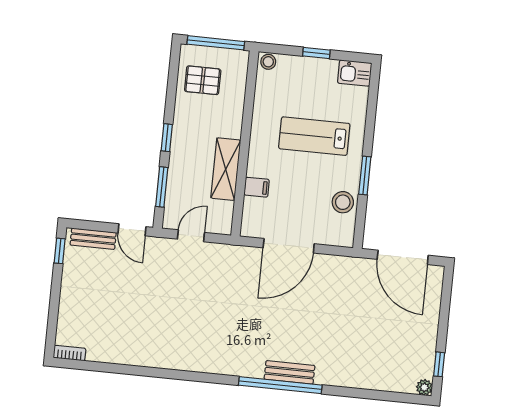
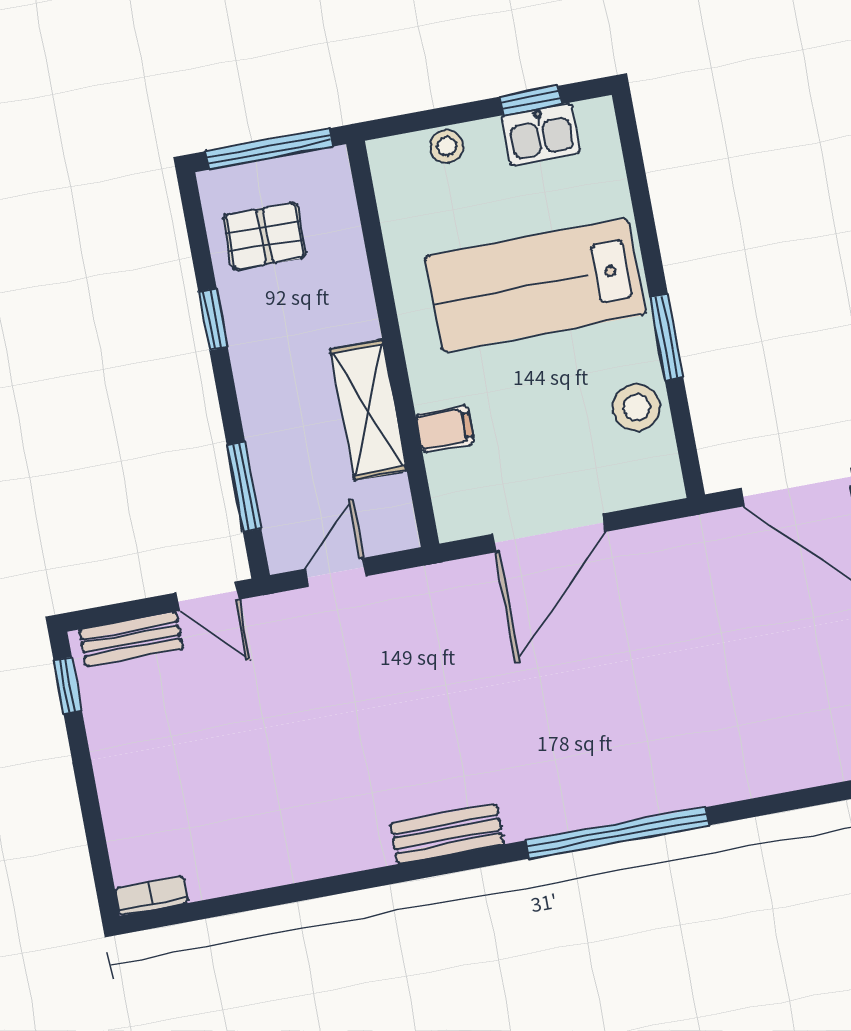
window: (316, 53) -> (531, 100), moved
stool: (268, 62) -> (447, 146), moved
kitchen sink: (355, 73) -> (541, 134), moved
lab bench: (314, 136) -> (535, 285), width x1.36, depth x1.39
window: (167, 138) -> (213, 319), moved
bench: (290, 372) -> (447, 834), moved

